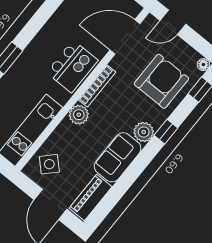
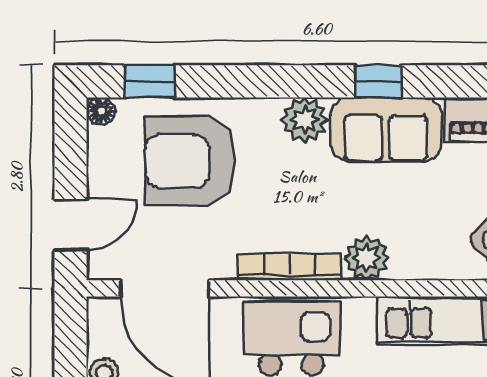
door: (173, 22) -> (71, 225), hinge flipped
window: (166, 132) -> (378, 81), moved

